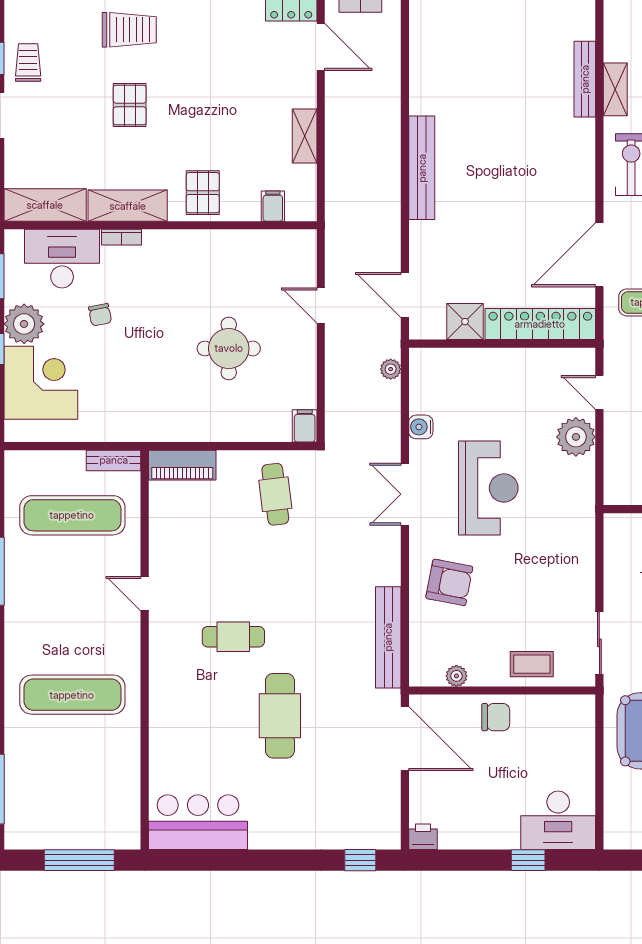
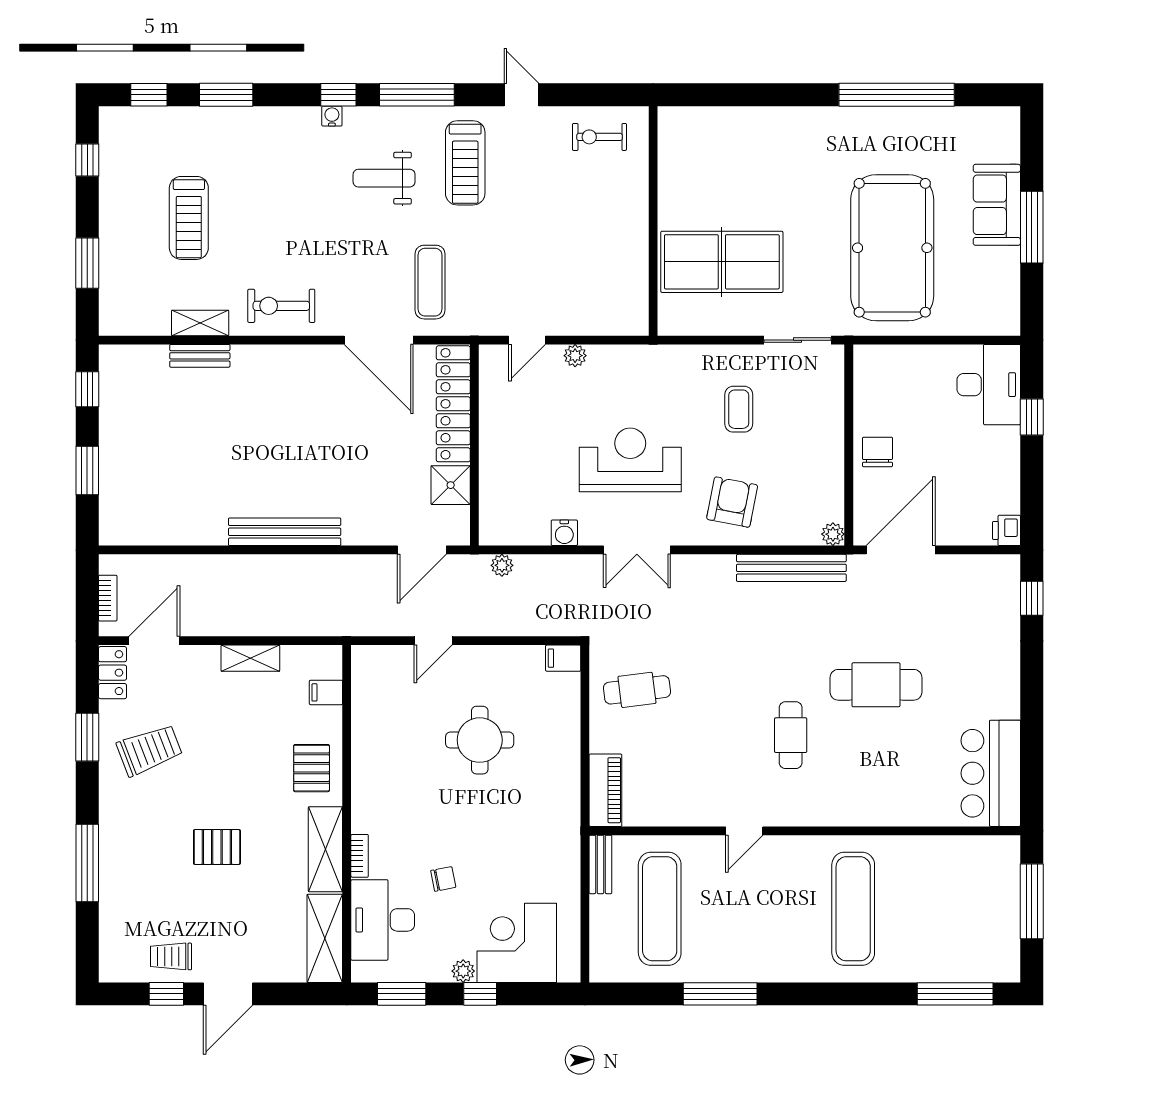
trolley: (129, 30) -> (149, 750), moved, turned 69
bench: (585, 79) -> (200, 356), width x0.73
pallet: (203, 193) -> (312, 768), turned 90
plant: (24, 324) -> (463, 971), width x0.53, depth x0.53
plant: (576, 437) -> (575, 356), width x0.53, depth x0.53
coffee table: (532, 664) -> (739, 409), moved
plant: (456, 676) -> (833, 534), moved

